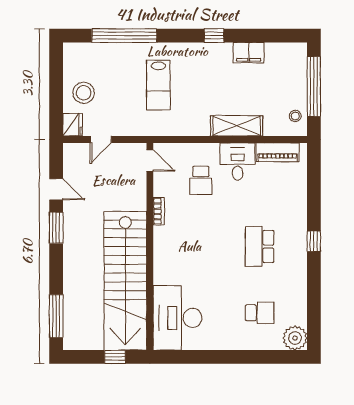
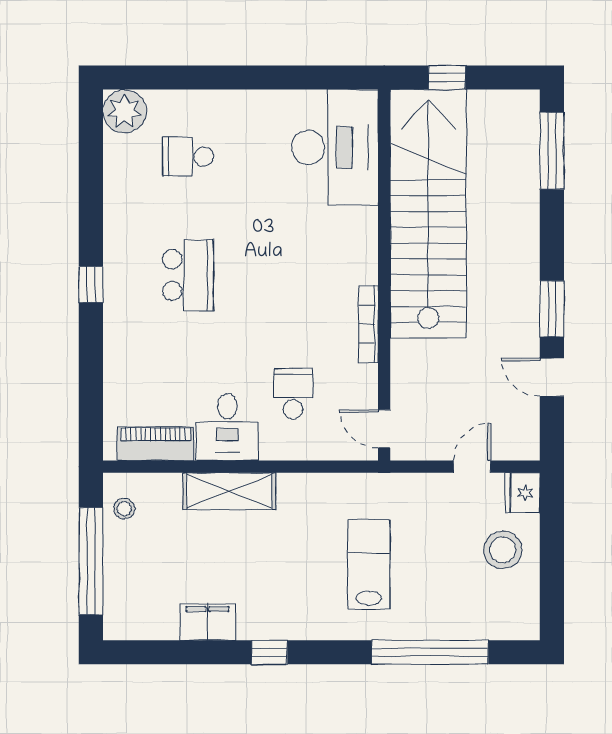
bookcase: (159, 211) -> (368, 324), width x1.56

